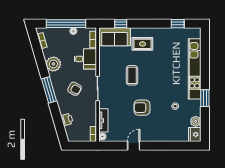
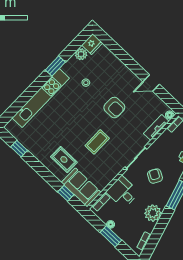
window: (66, 24) -> (111, 236), width x0.47

